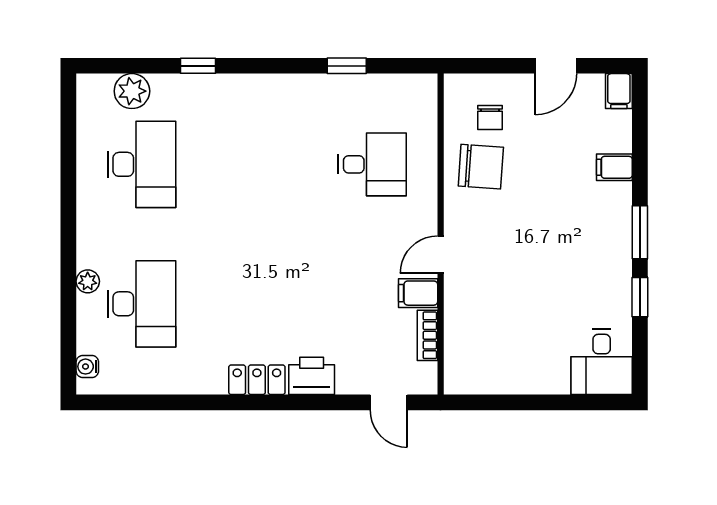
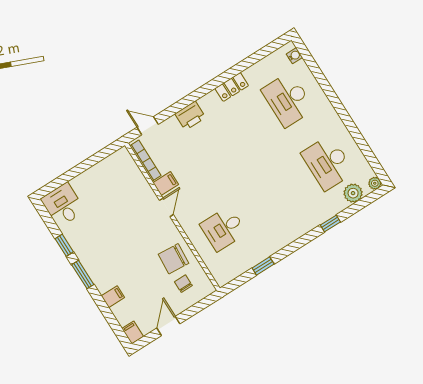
plant: (88, 281) -> (375, 183), moved
bookcase: (427, 335) -> (145, 161), width x1.56
locker: (257, 380) -> (232, 87), moved

